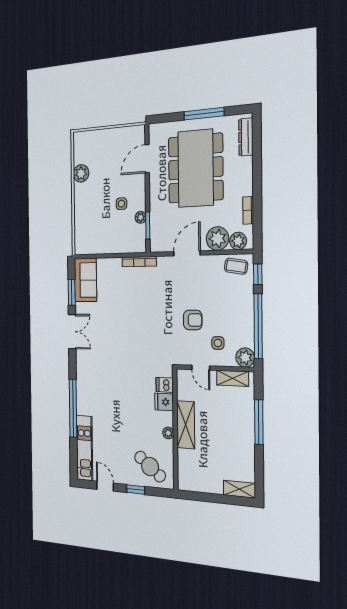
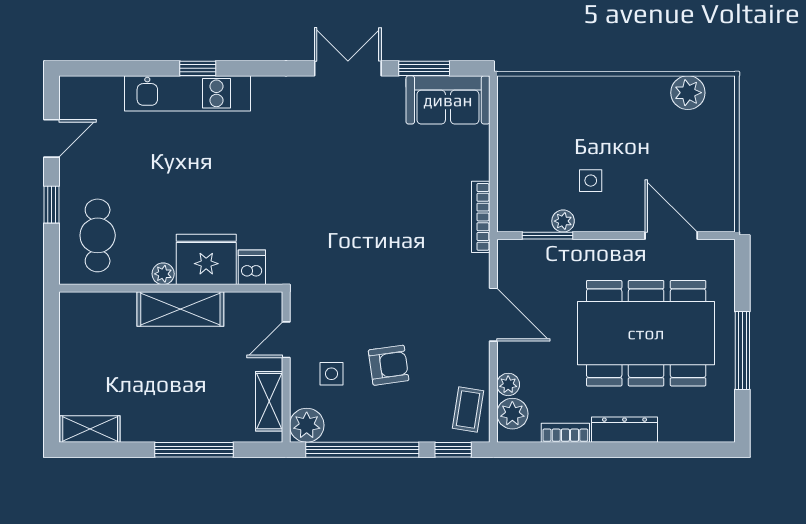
dresser: (246, 137) -> (624, 430), moved
plant: (81, 173) -> (688, 93), moved
plant: (217, 239) -> (508, 384), width x0.53, depth x0.53
armchair: (193, 320) -> (389, 365), moved, turned -98
double door: (72, 332) -> (348, 68), swing flipped
fridge: (164, 402) -> (206, 259), width x1.88, depth x1.34
window: (73, 408) -> (198, 68), width x0.32
kitchen unit: (84, 448) -> (188, 93), moved
cafe table: (150, 467) -> (98, 235), turned -38
shelving: (239, 489) -> (90, 429), moved, turned 90

